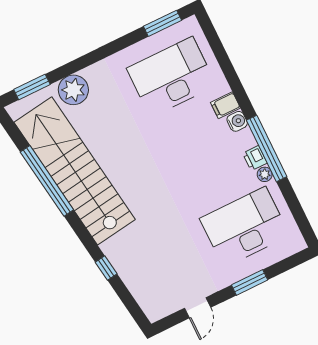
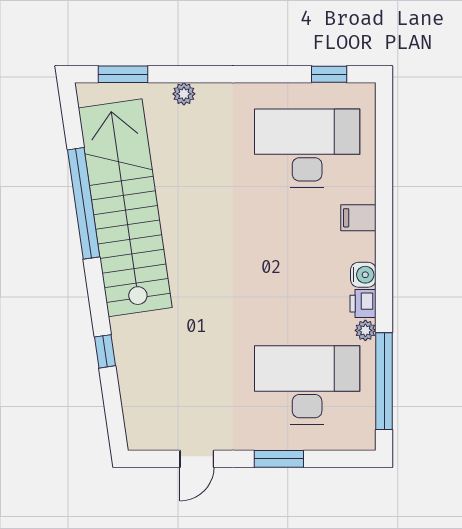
window: (163, 23) -> (329, 74), width x0.67
plant: (73, 90) -> (184, 94), width x0.53, depth x0.53
water cooler: (237, 121) -> (363, 275), moved
window: (267, 148) -> (384, 381), moved

